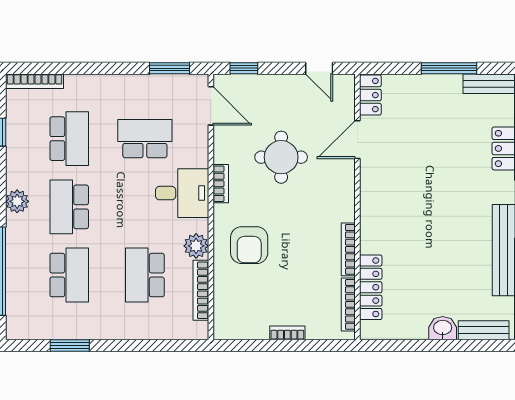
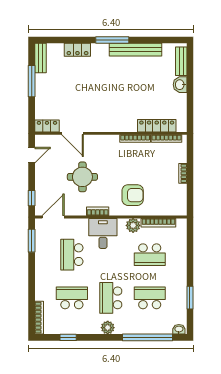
school desk: (69, 207) -> (111, 298), turned 90
washbasin: (14, 326) -> (179, 329), added

